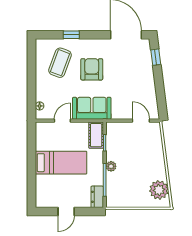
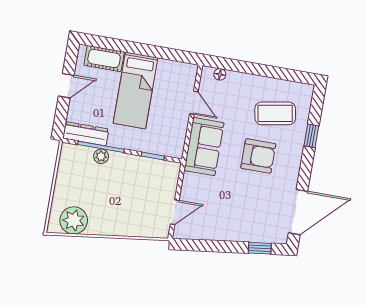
coffee table: (60, 63) -> (275, 113), turned -30
cot: (96, 135) -> (104, 58), moved
plant: (111, 166) -> (101, 156), moved
dresser: (97, 197) -> (86, 134), width x1.44
door: (66, 212) -> (66, 86), swing flipped

